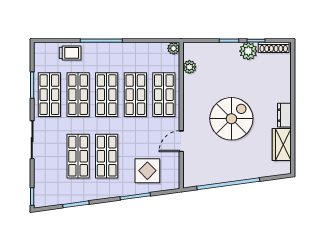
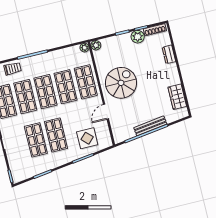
plant: (189, 67) -> (96, 45), moved
dresser: (284, 115) -> (169, 54), moved
spiral stairs: (231, 119) -> (121, 83), moved
bench: (236, 175) -> (150, 126), added

